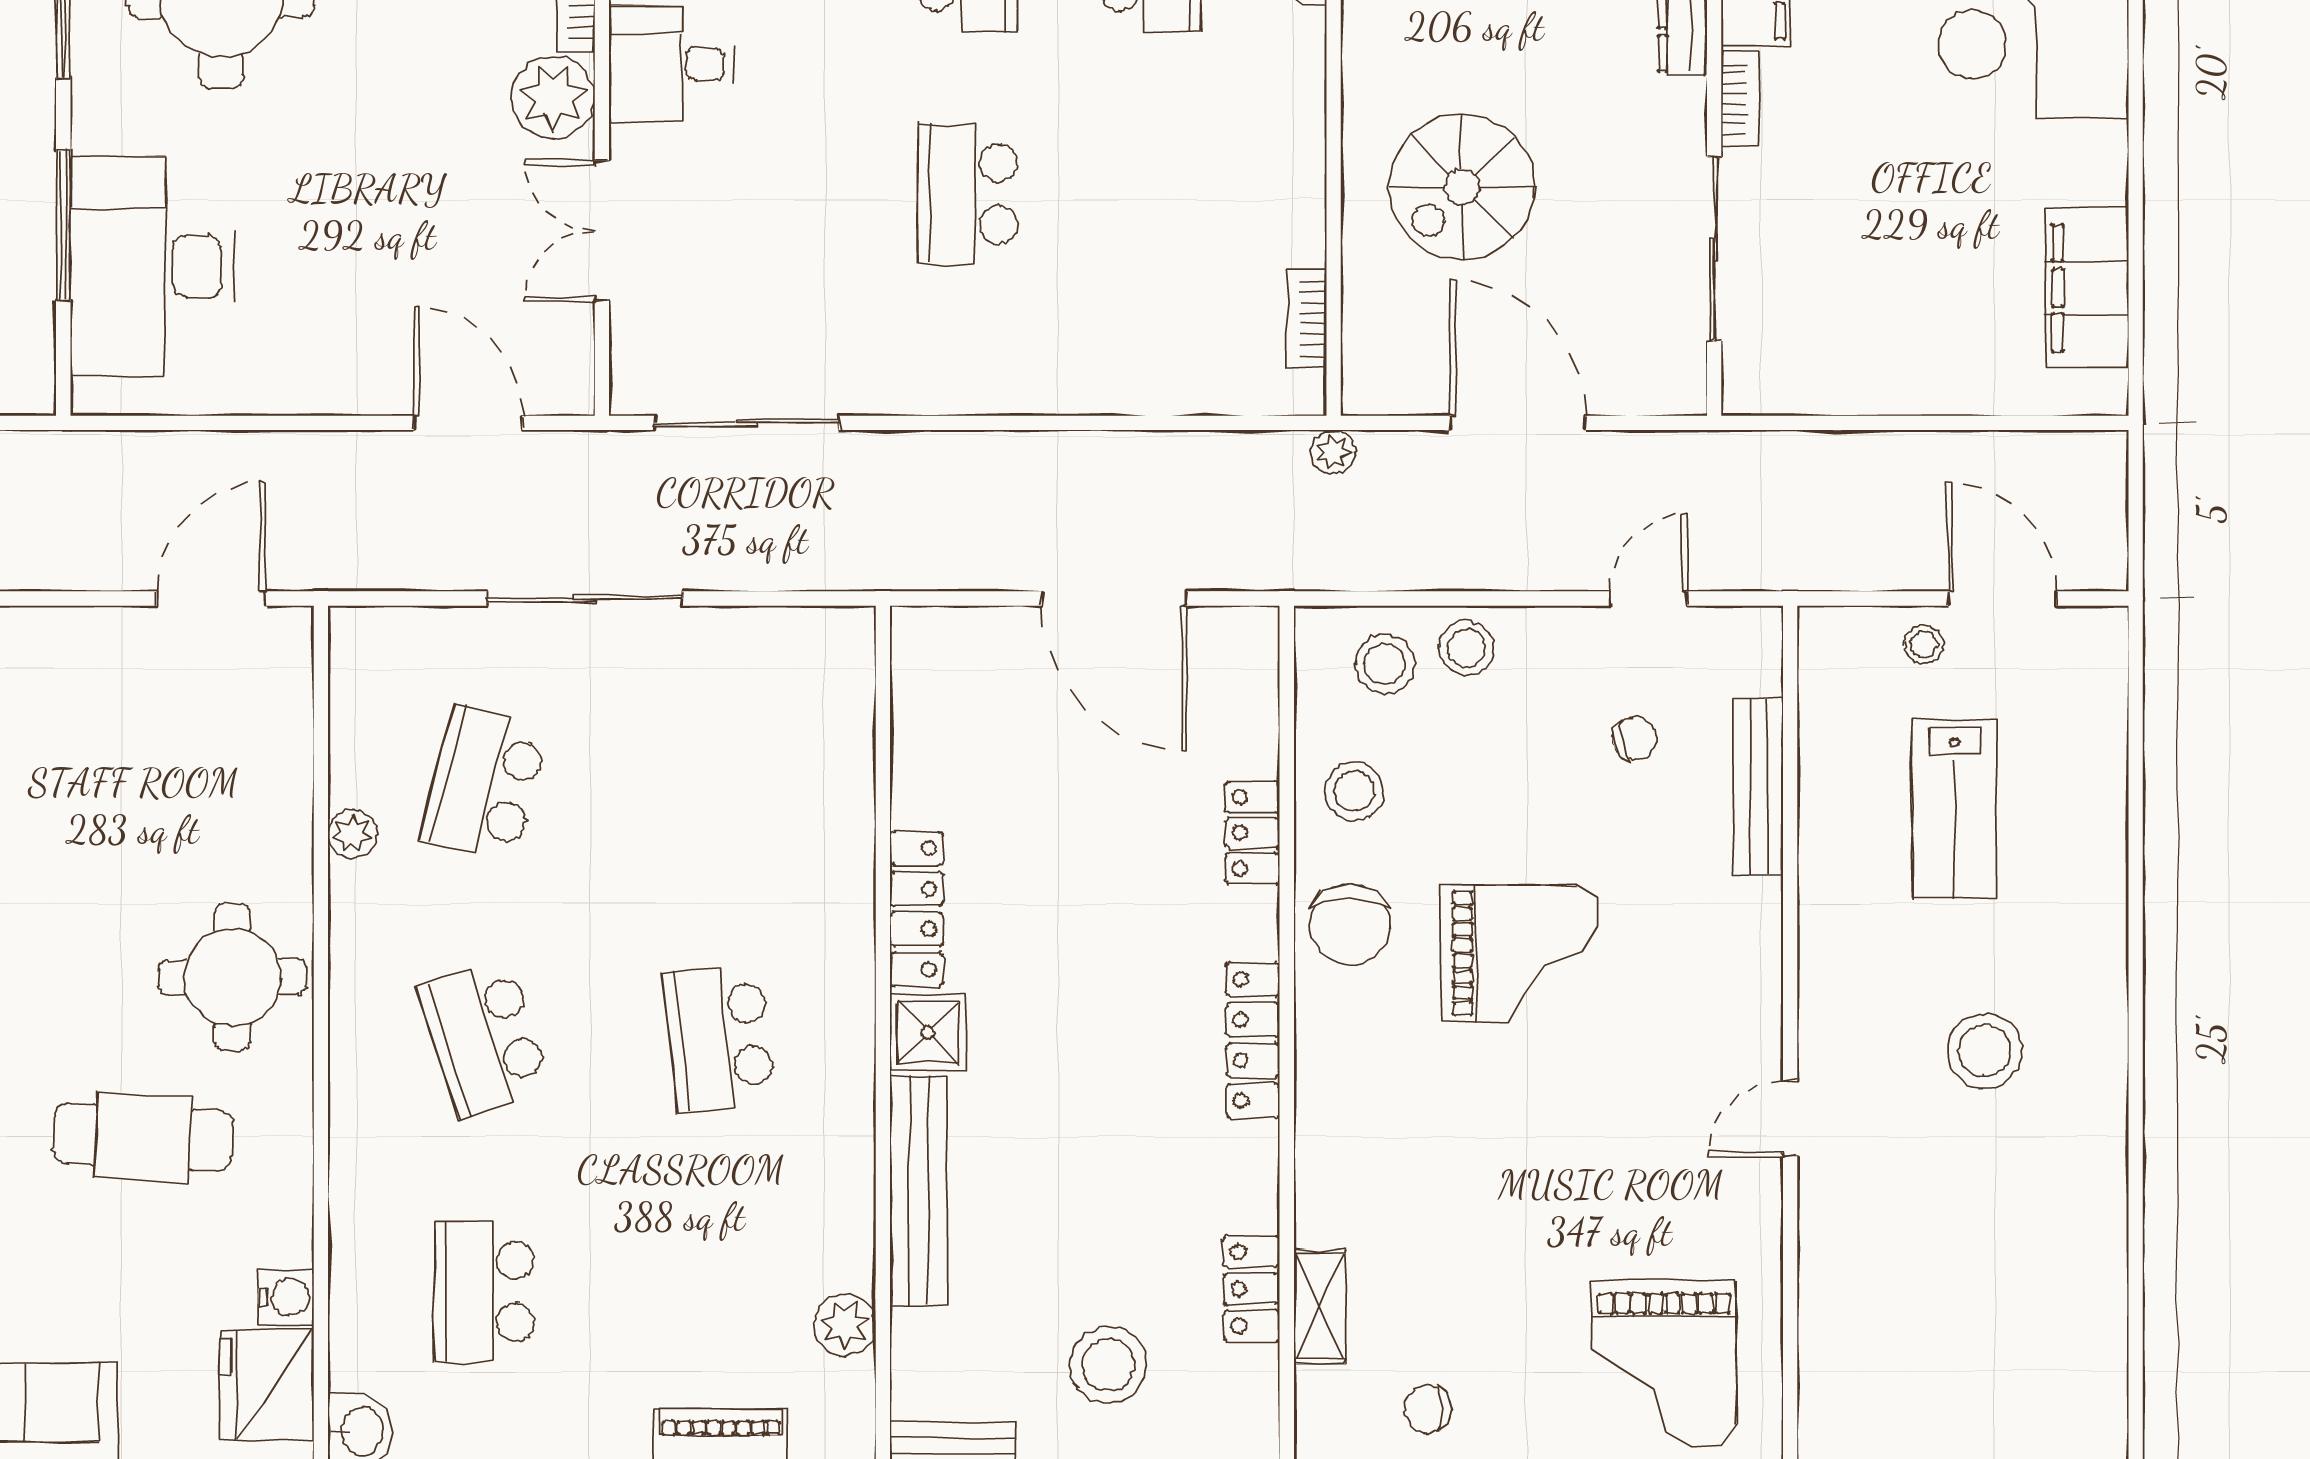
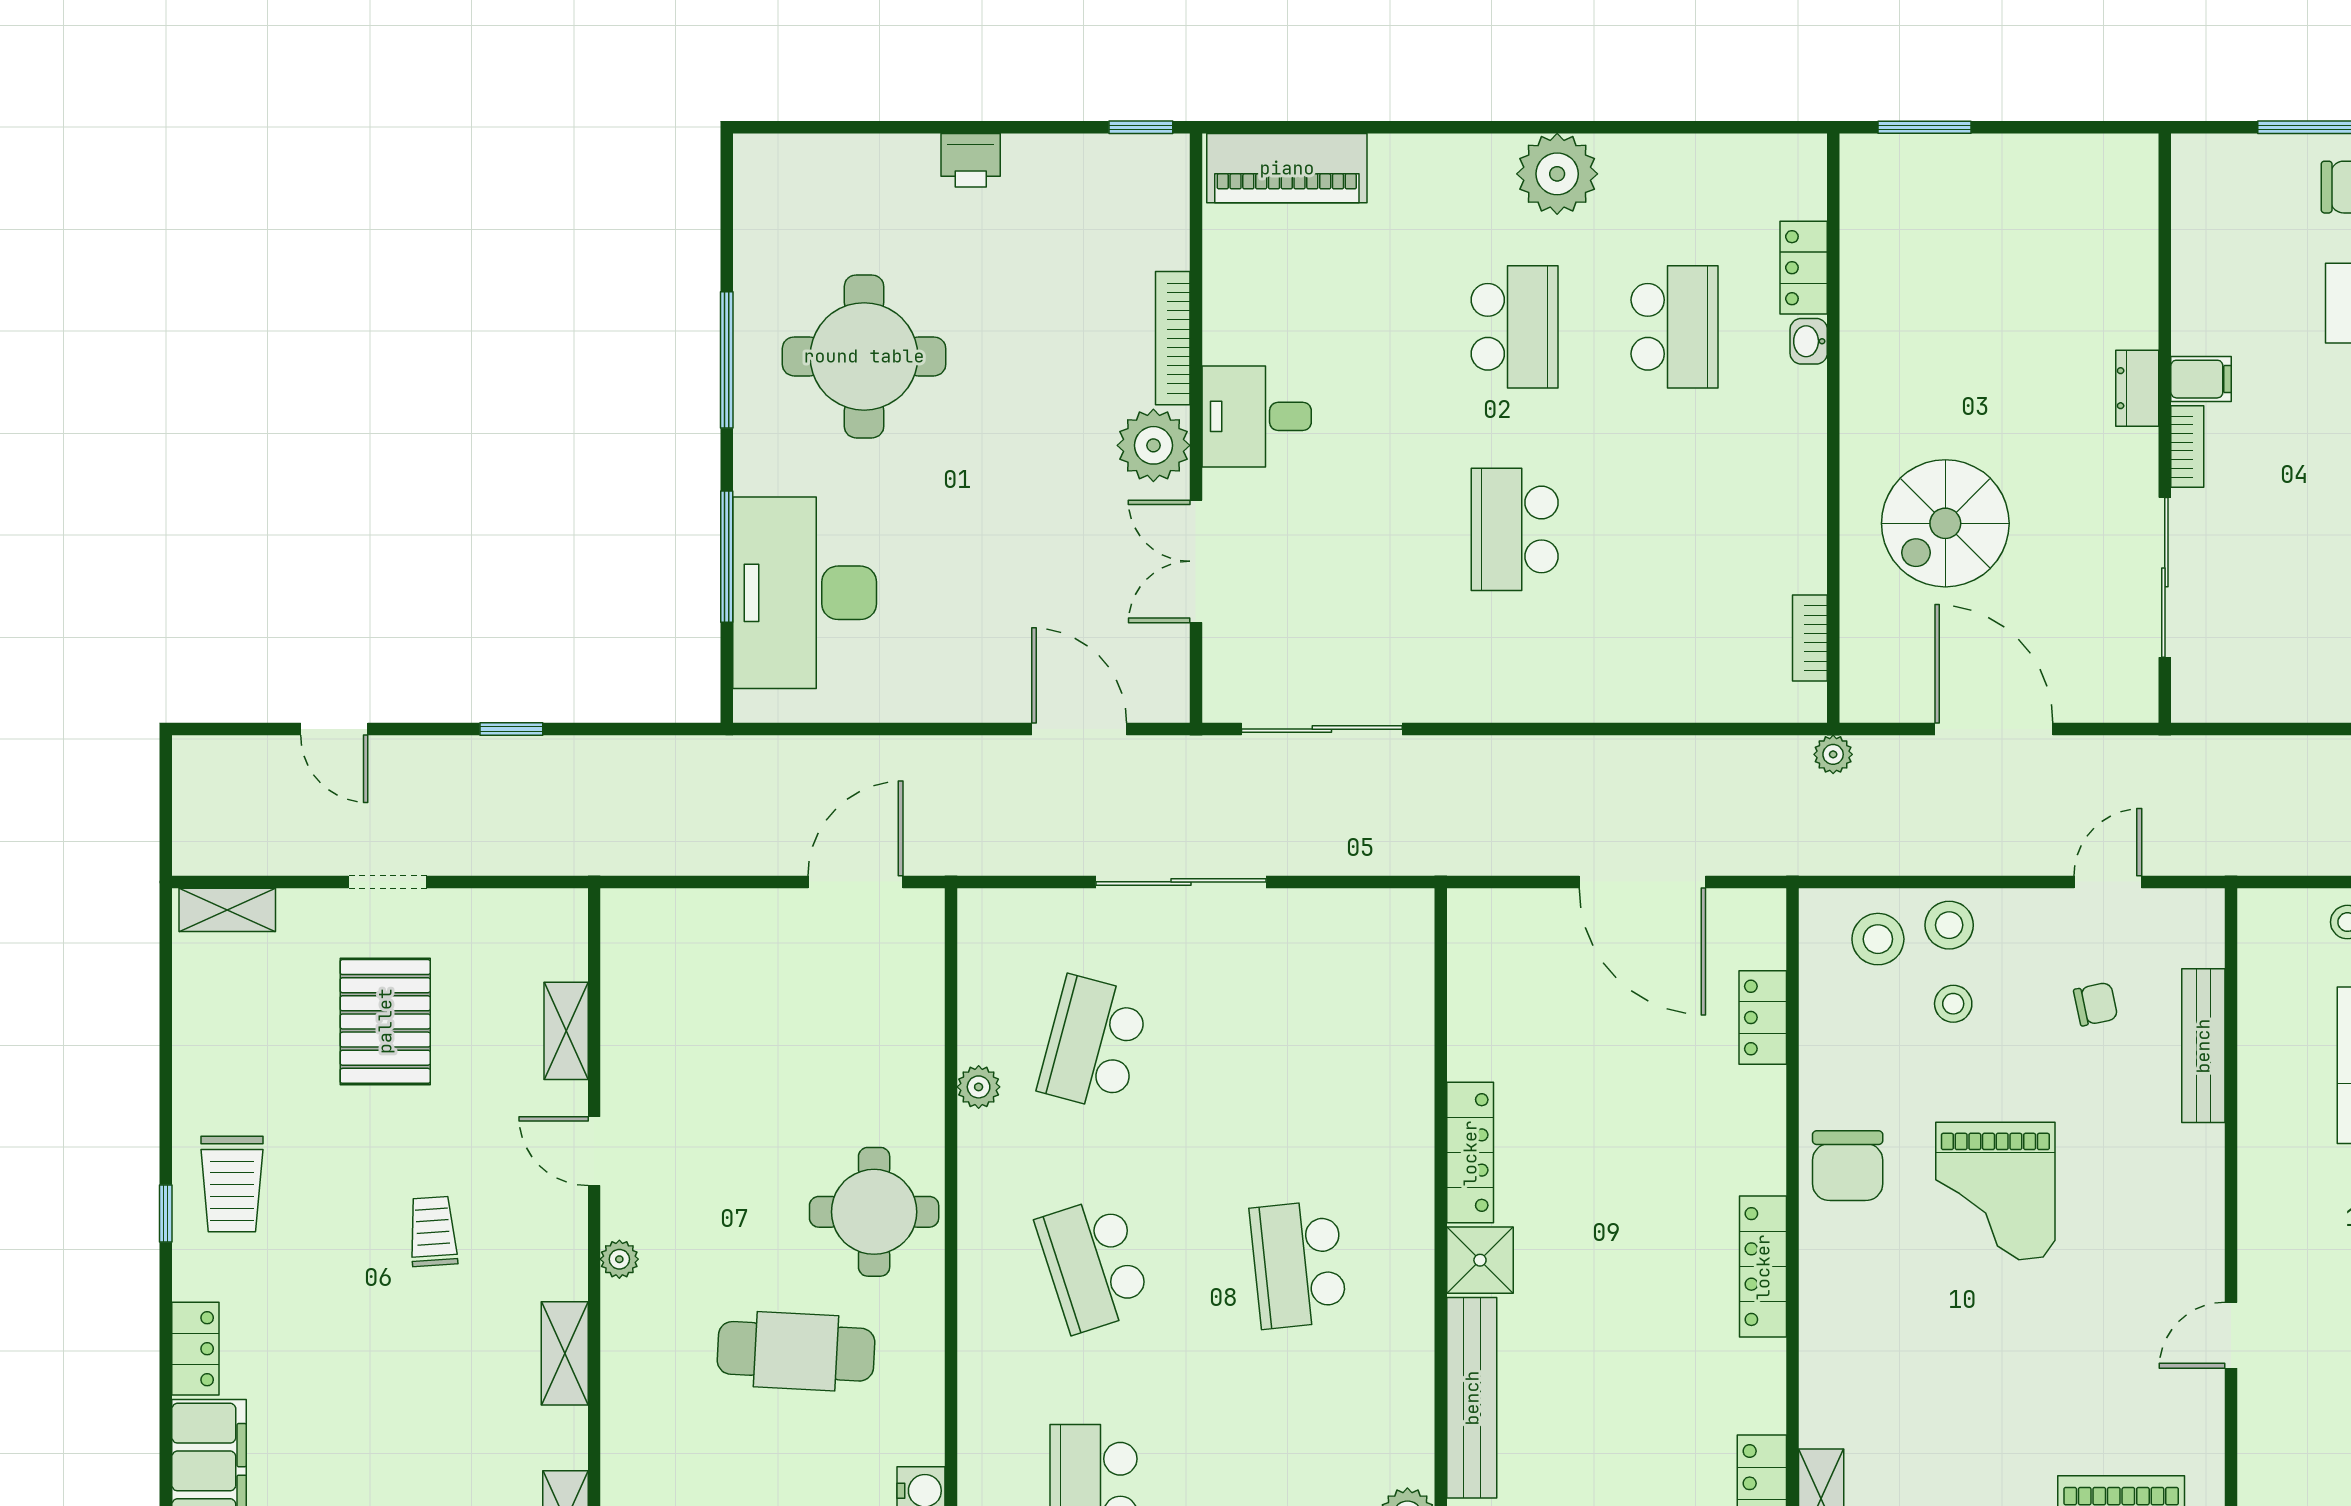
stool: (1354, 791) -> (1953, 1004), moved, width x0.73, depth x0.73
locker: (1253, 833) -> (1763, 1018), moved
grand piano: (1520, 953) -> (1995, 1191), turned 90

